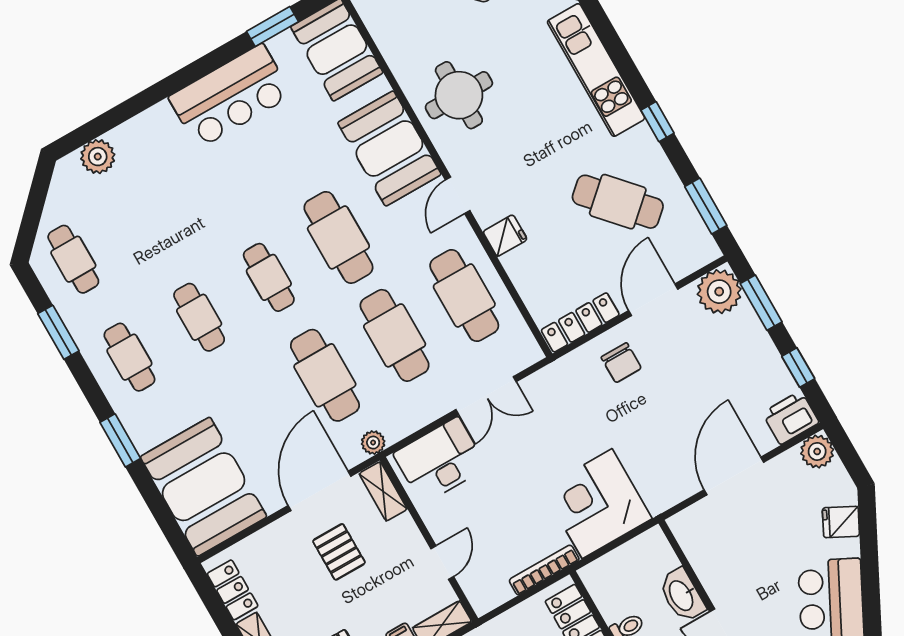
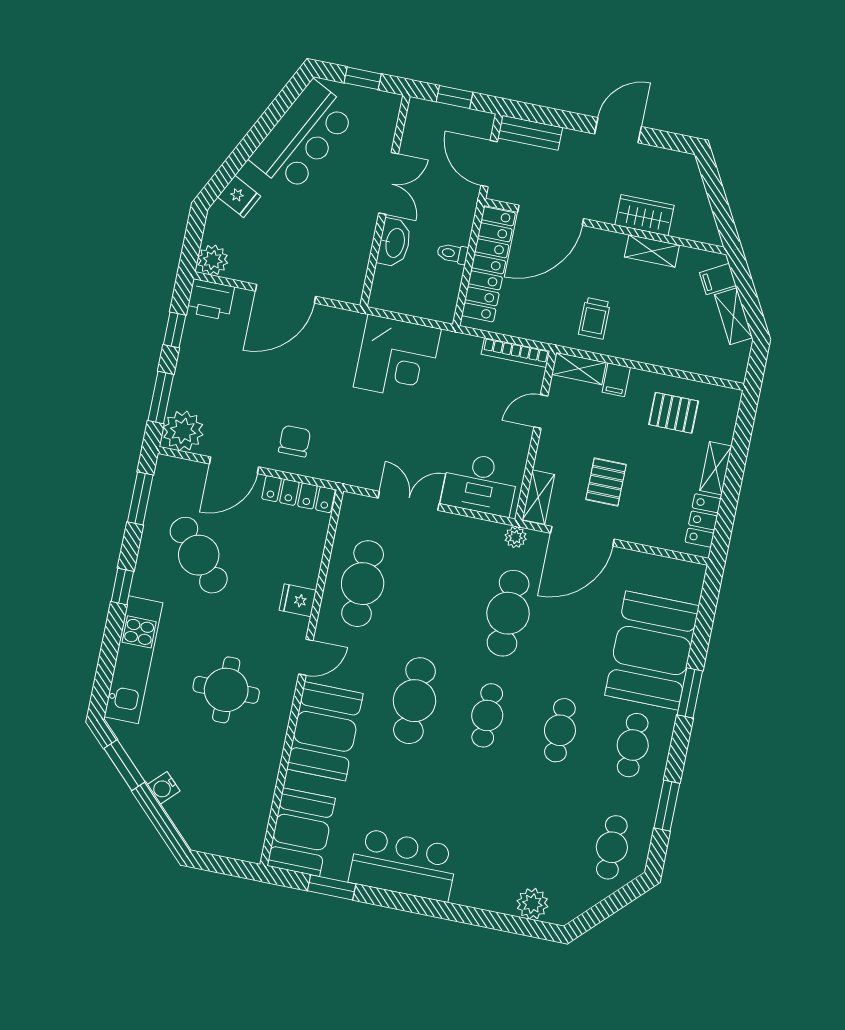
round table: (459, 95) -> (226, 690), moved
cafe table: (395, 335) -> (435, 598), removed
booth: (204, 487) -> (652, 650), moved
bookcase: (544, 570) -> (515, 353), moved

